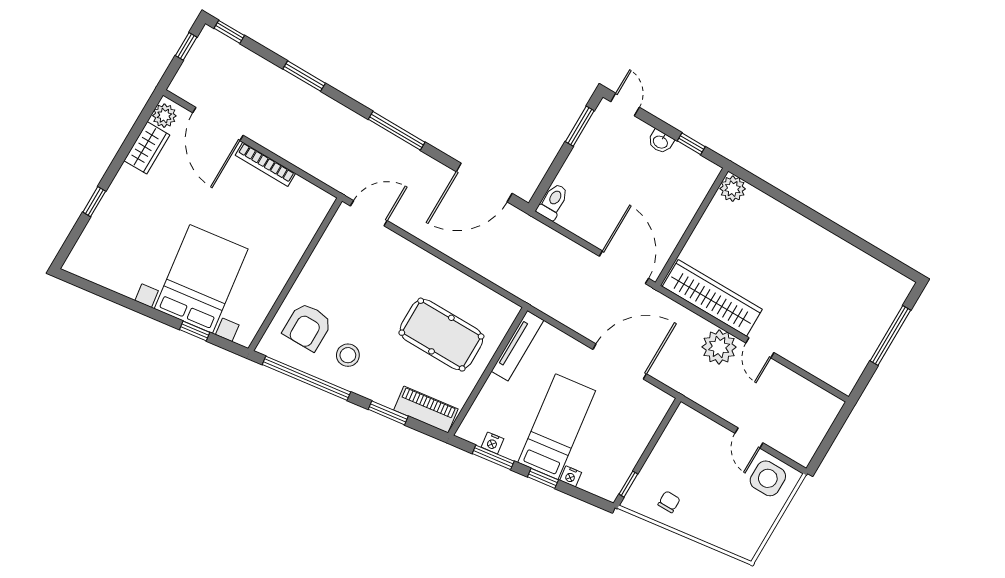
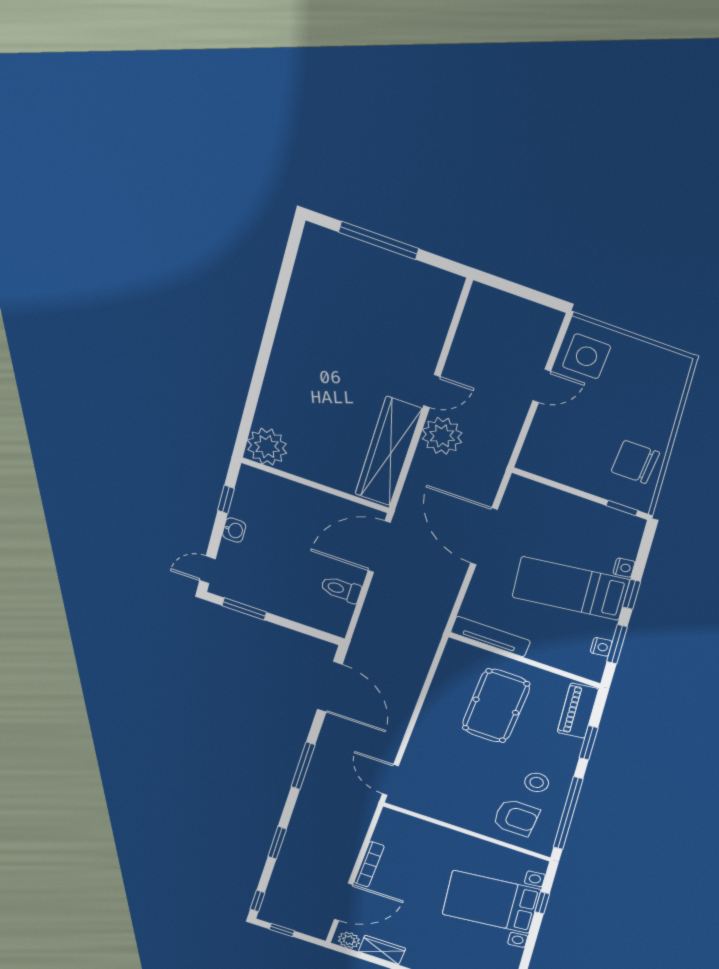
plant: (733, 189) -> (267, 447), width x1.36, depth x1.36
toilet: (553, 202) -> (341, 589), moved
chair: (669, 502) -> (635, 462), width x1.87, depth x1.87

